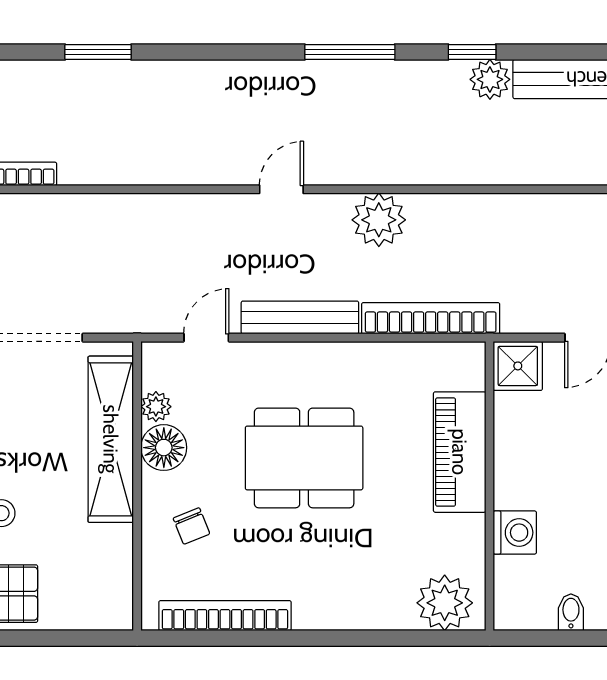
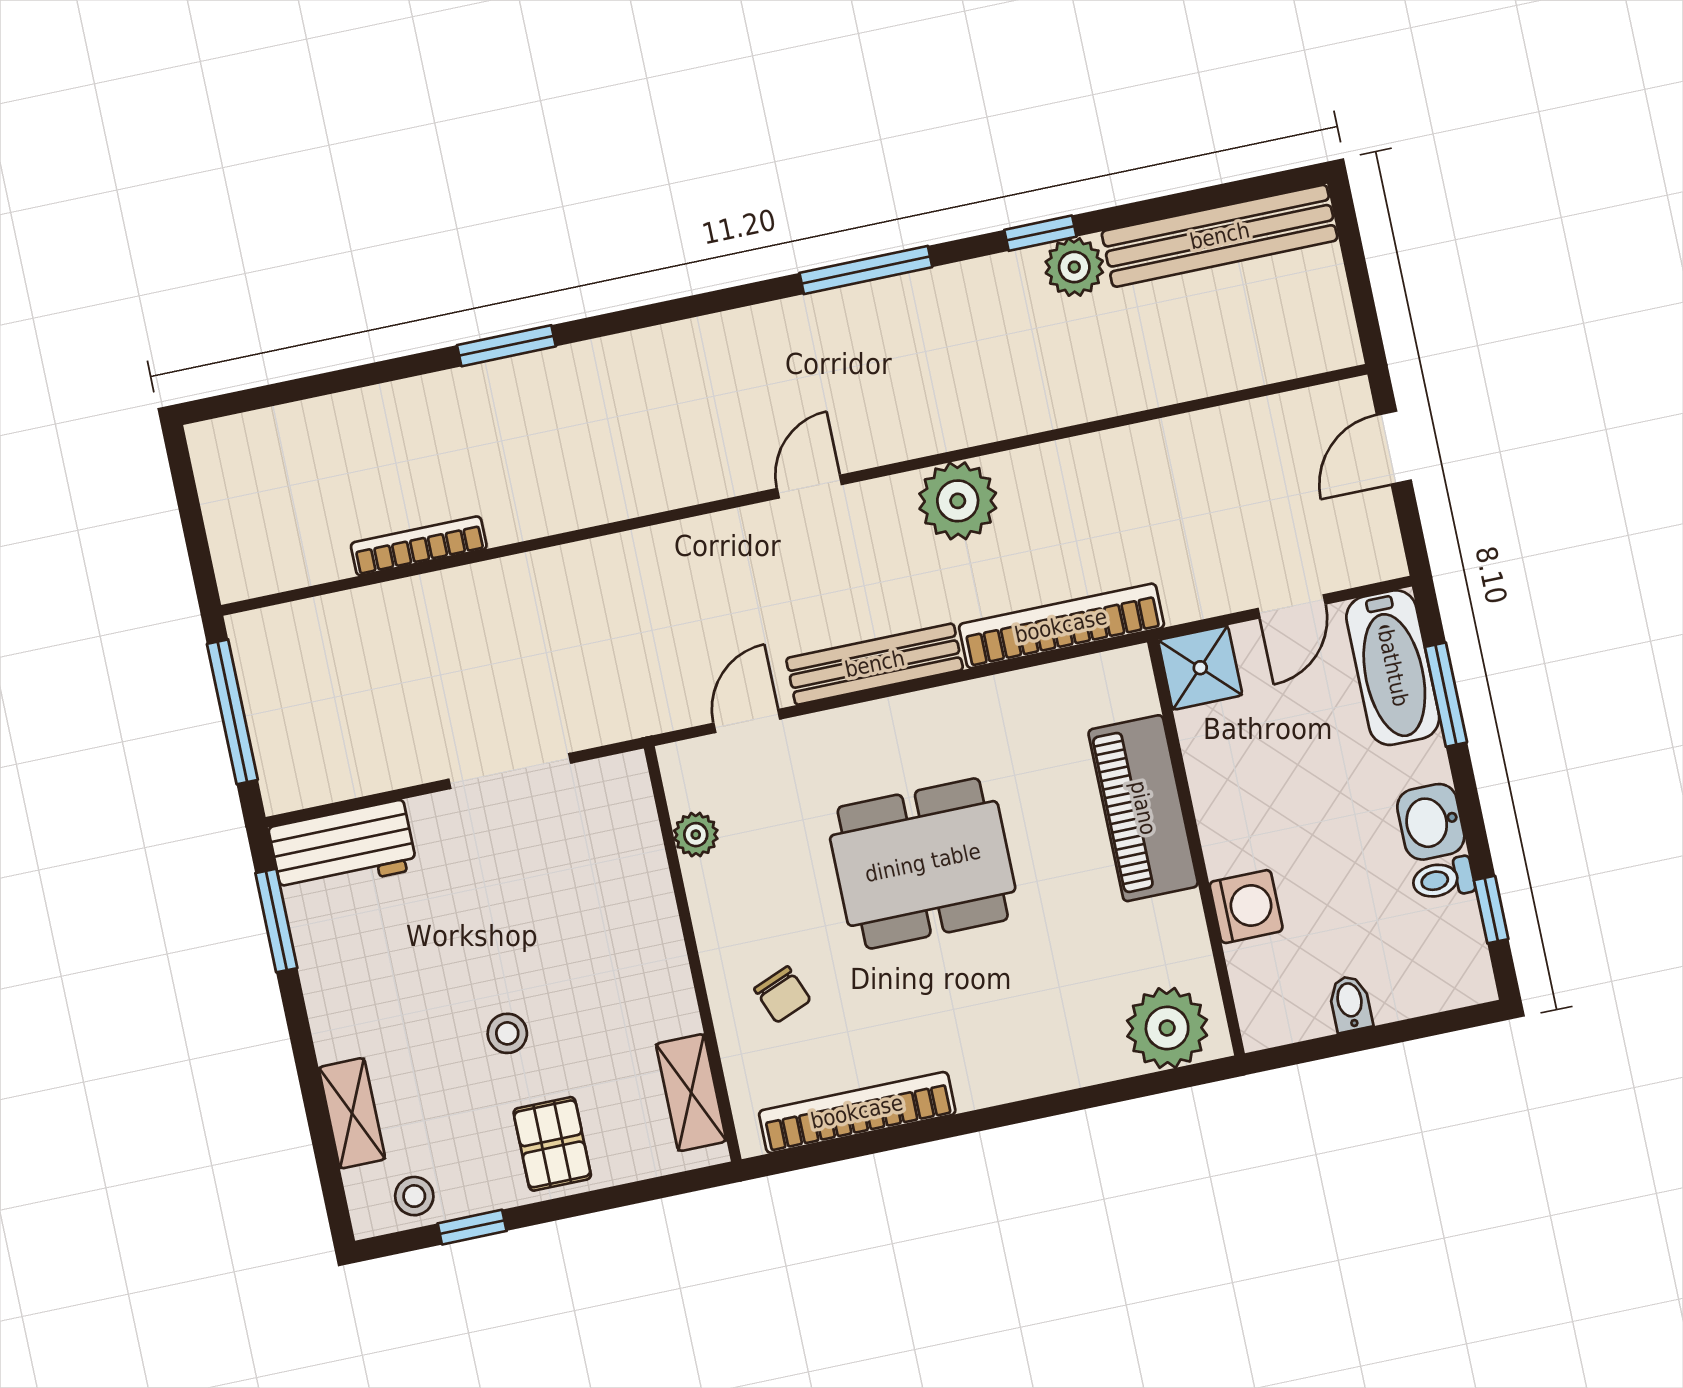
shelving: (111, 439) -> (691, 1093), moved, width x0.45, depth x0.75
floor lamp: (164, 448) -> (719, 891), removed

